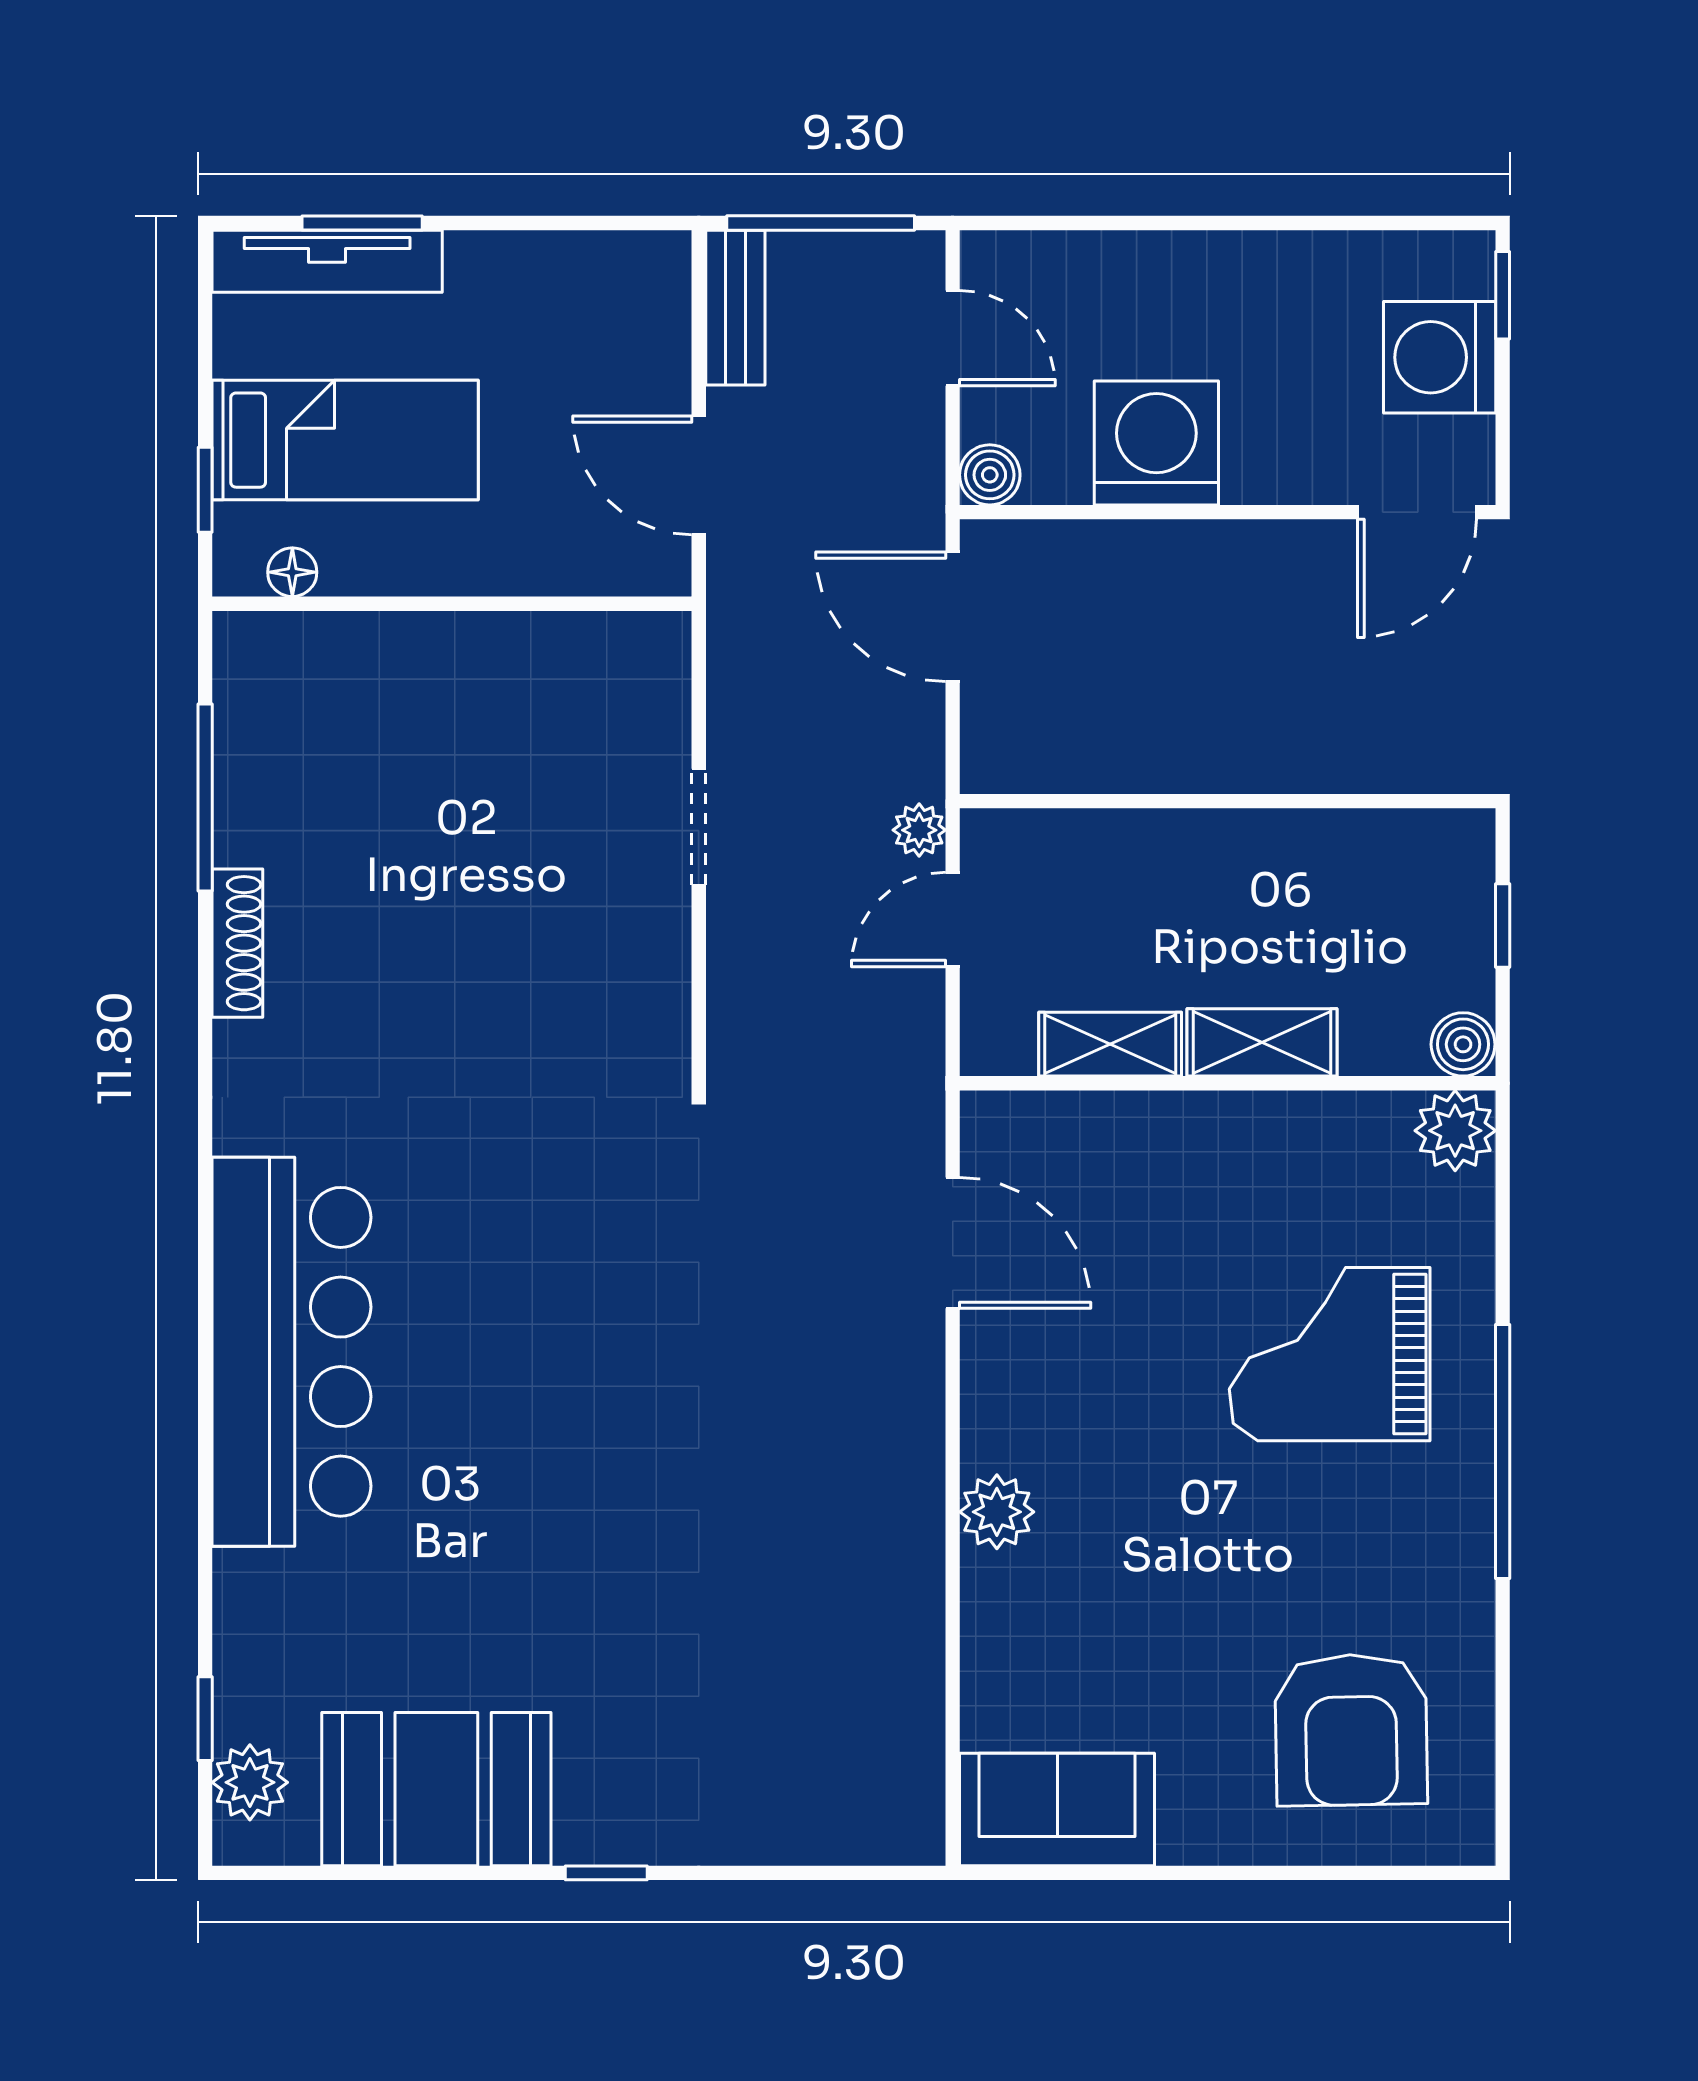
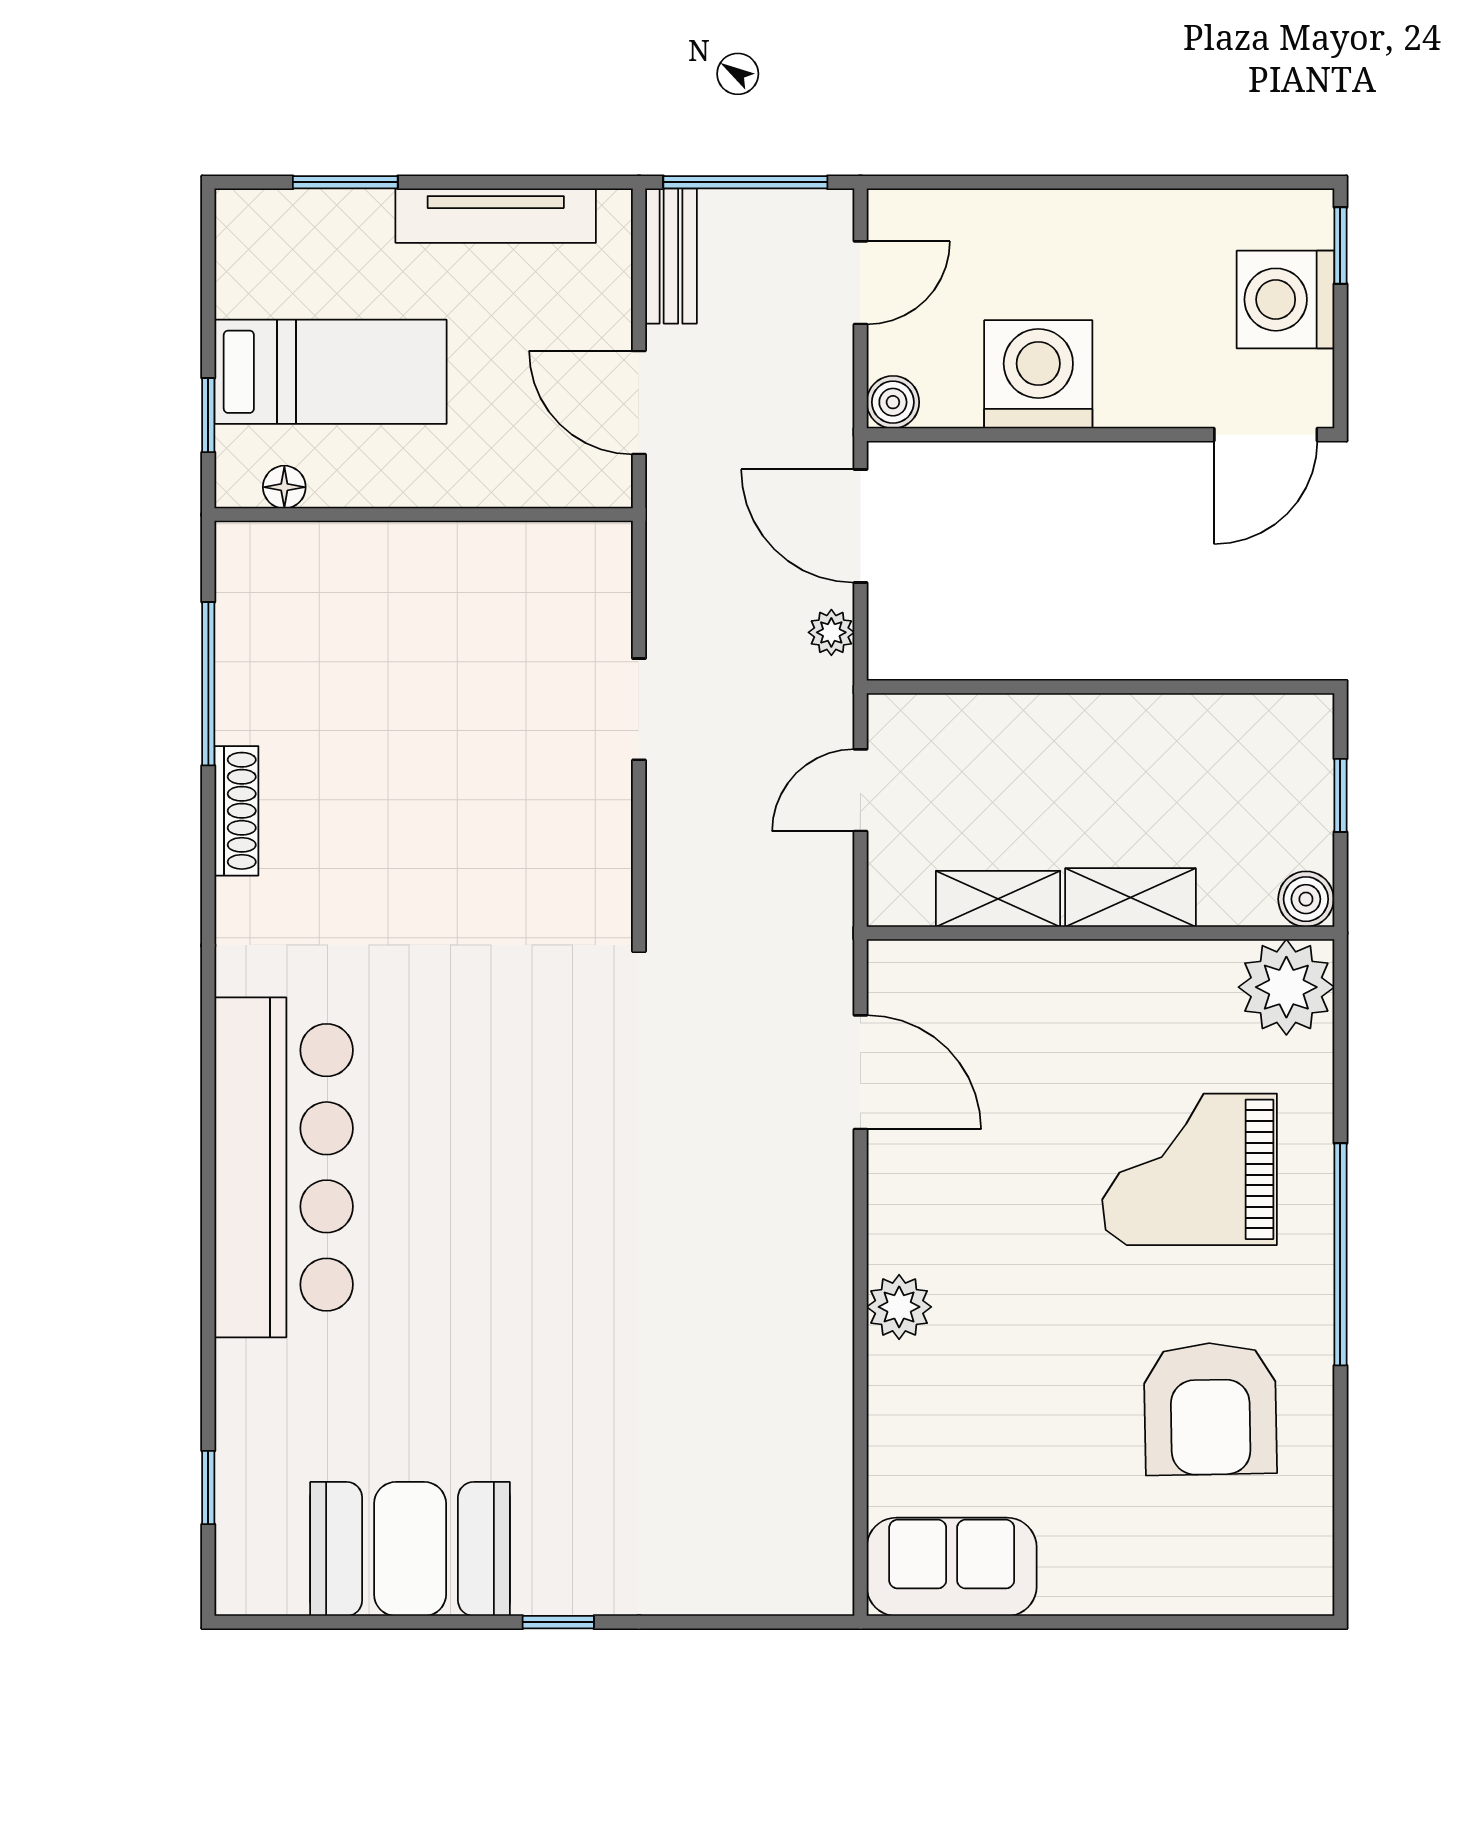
tv unit: (327, 261) -> (496, 216), moved
door: (953, 338) -> (860, 283), hinge flipped
plant: (919, 830) -> (831, 632), moved
plant: (1455, 1131) -> (1286, 987), width x1.36, depth x1.36
armchair: (1351, 1730) -> (1210, 1409), moved
plant: (250, 1782) -> (247, 1543), removed

